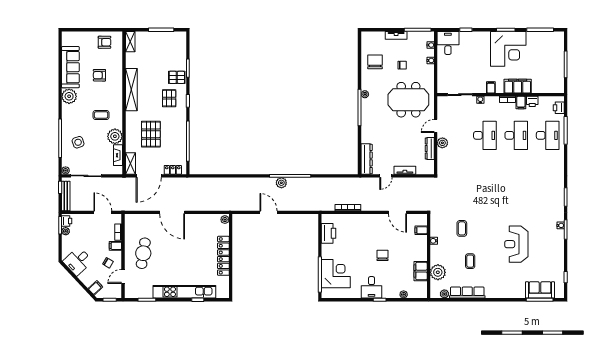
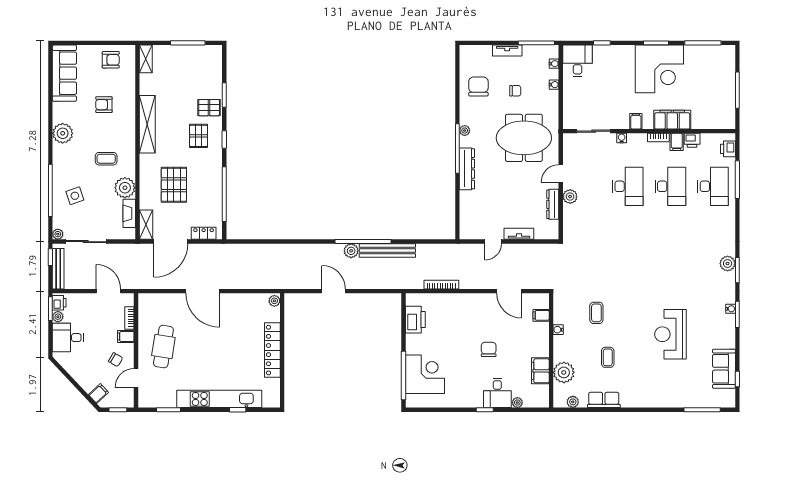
sofa: (70, 67) -> (64, 73), moved
dresser: (367, 159) -> (467, 169), moved
bench: (308, 183) -> (387, 251), added
plant: (558, 192) -> (728, 264), added
desk: (78, 261) -> (68, 338), moved, turned 43
desk: (372, 287) -> (497, 393), moved
sofa: (540, 290) -> (724, 369), moved, turned -90
row of seats: (467, 293) -> (604, 400), width x0.68

